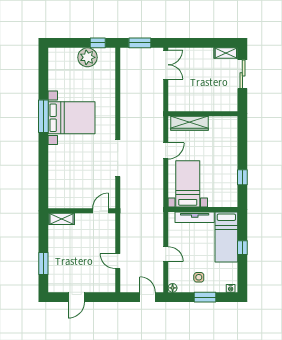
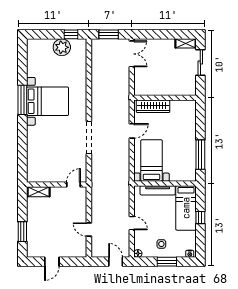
window: (242, 177) -> (200, 155), width x2.17

